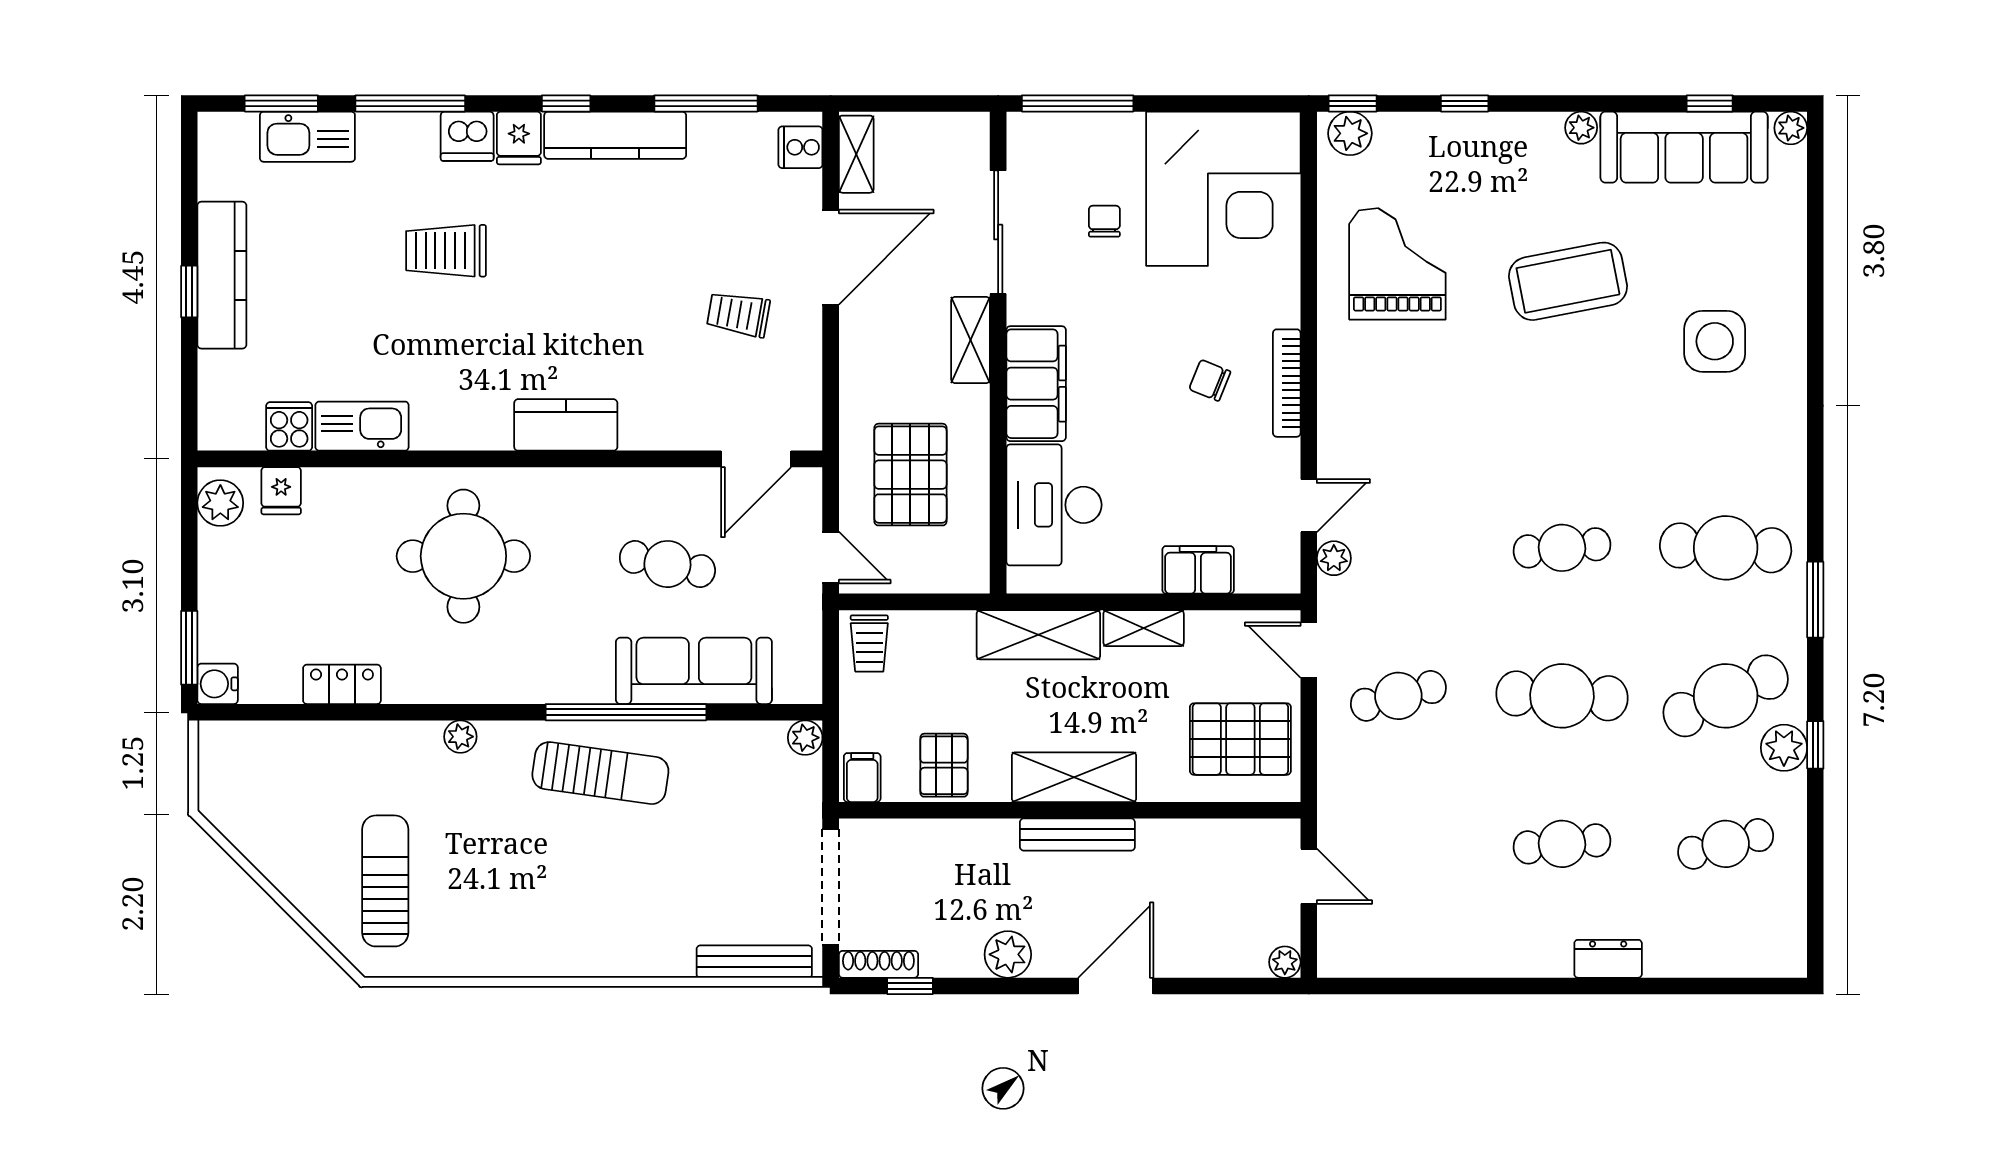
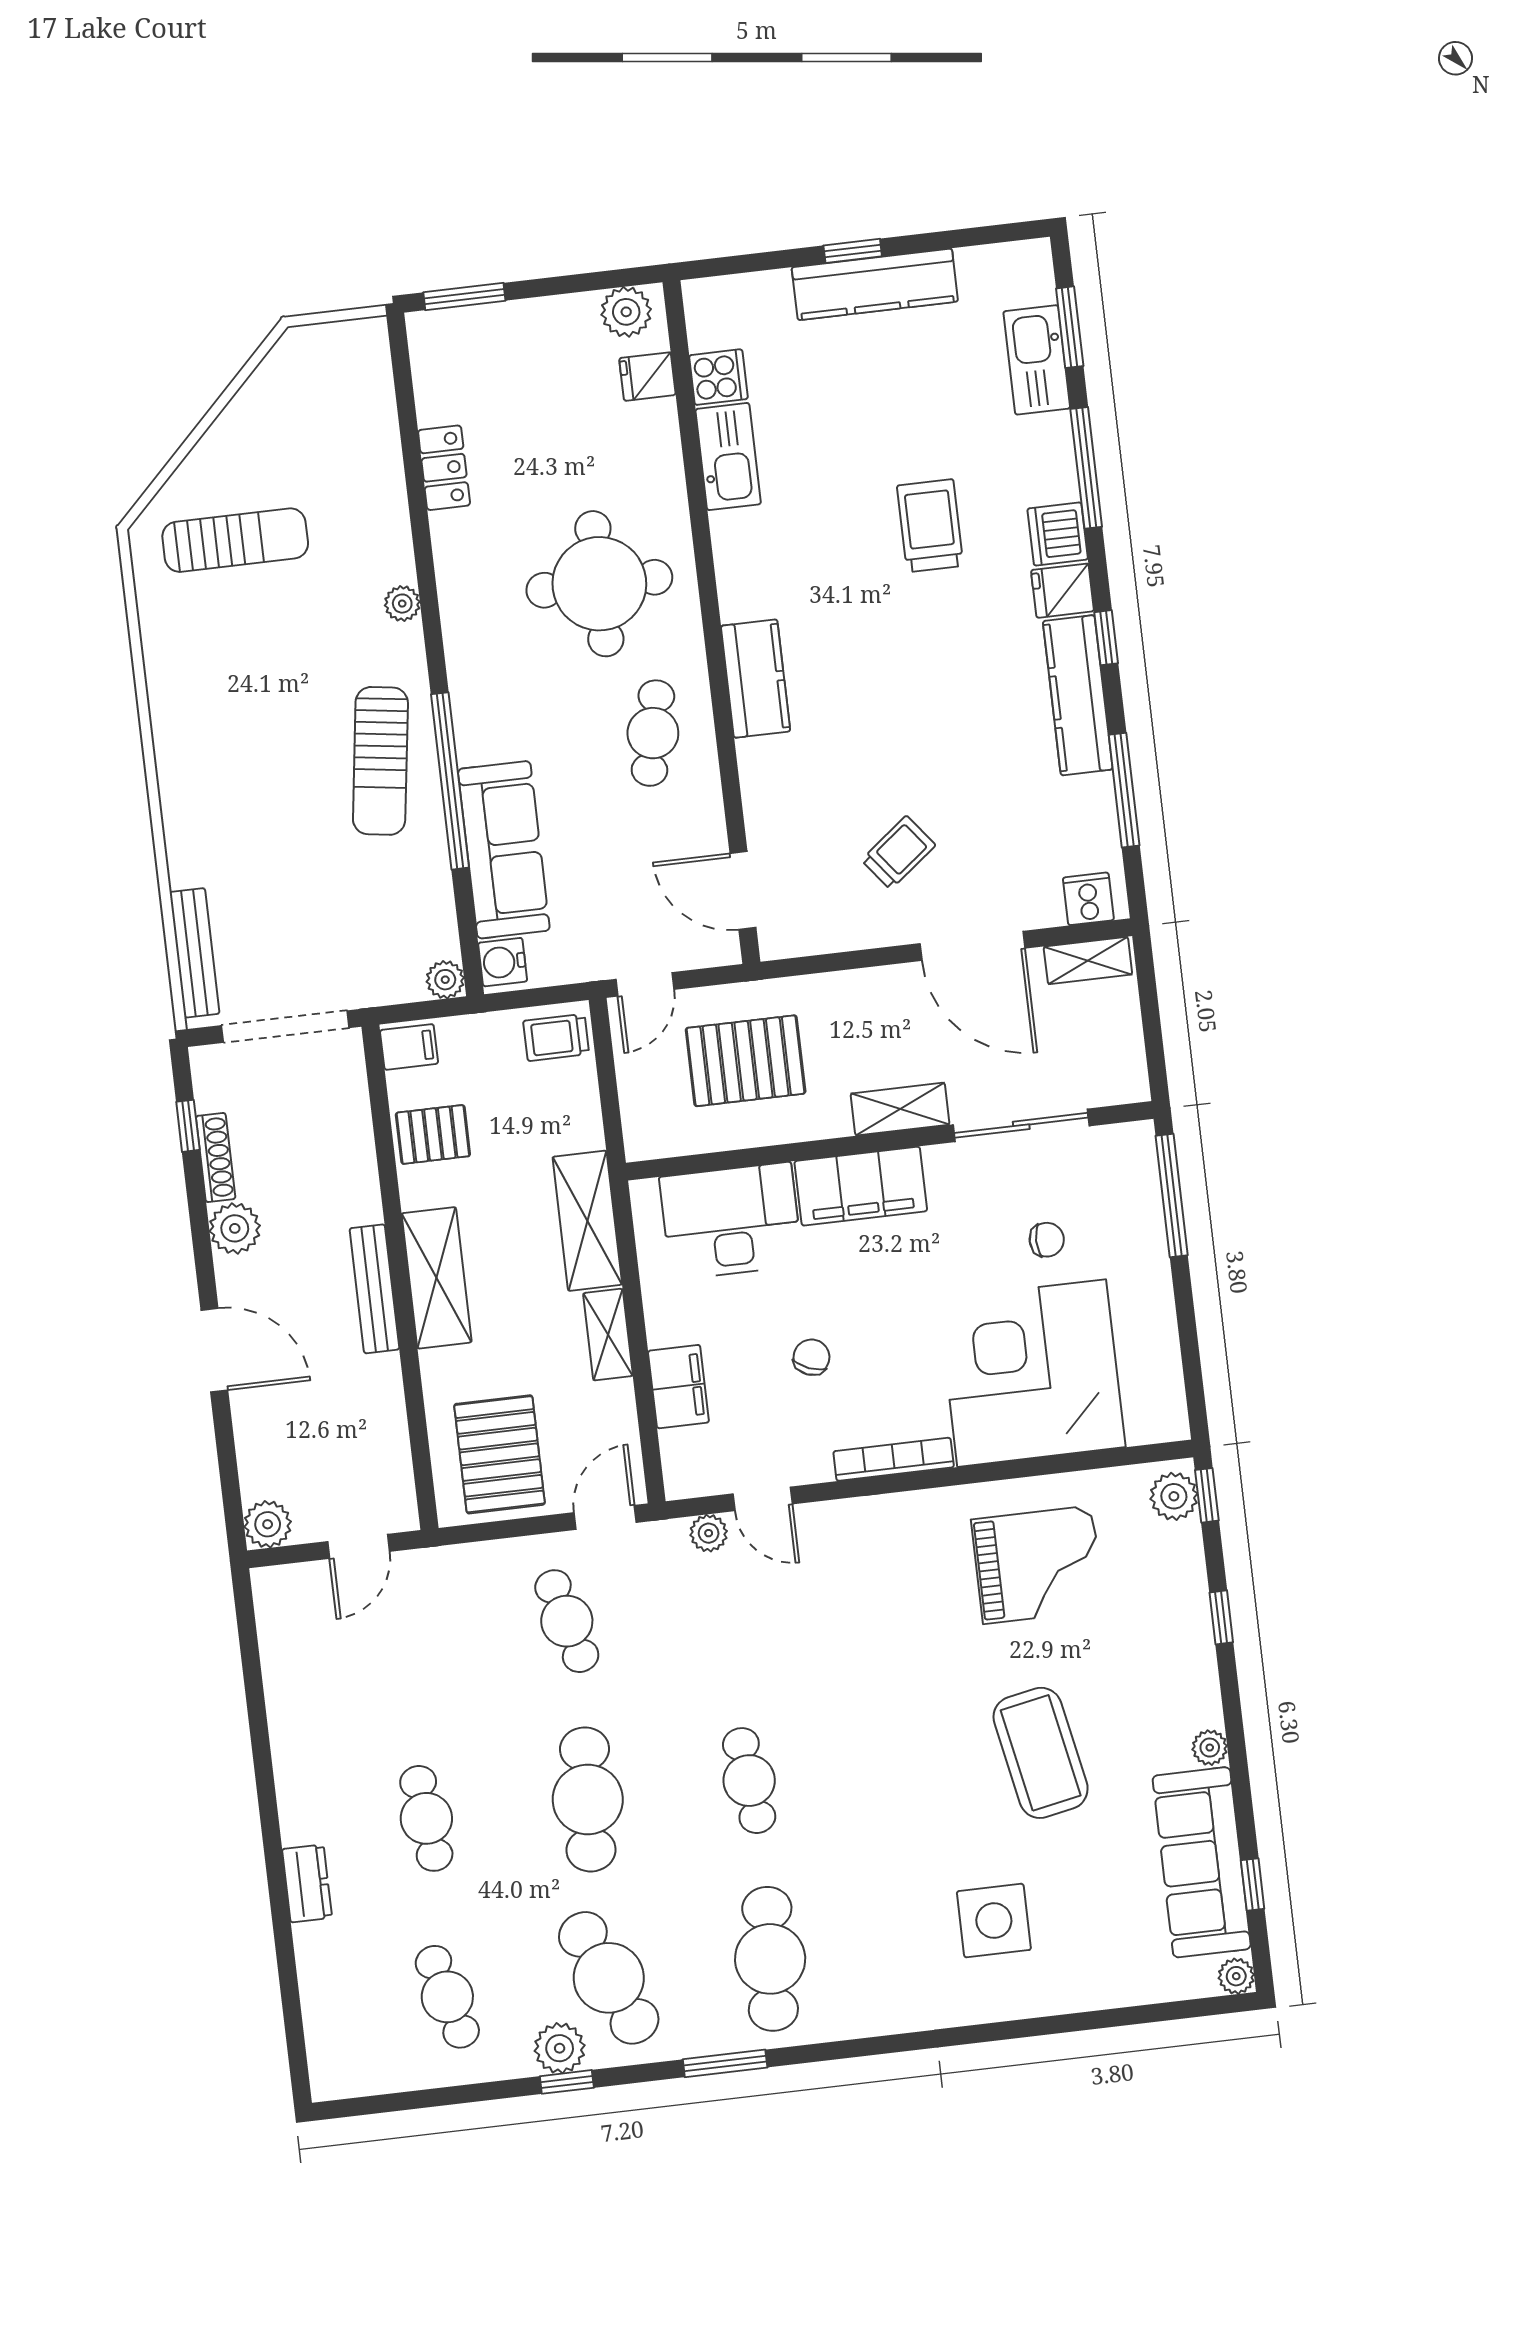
corner desk: (1223, 189) -> (1032, 1373), moved, turned 90
trolley: (738, 314) -> (898, 853), turned 42
chair: (1210, 380) -> (812, 1357), moved
cafe table: (667, 564) -> (653, 733), moved
water cooler: (218, 684) -> (503, 962), moved, turned -90
plant: (1285, 962) -> (268, 1524), width x1.38, depth x1.38
shoe rack: (878, 964) -> (216, 1157), moved

